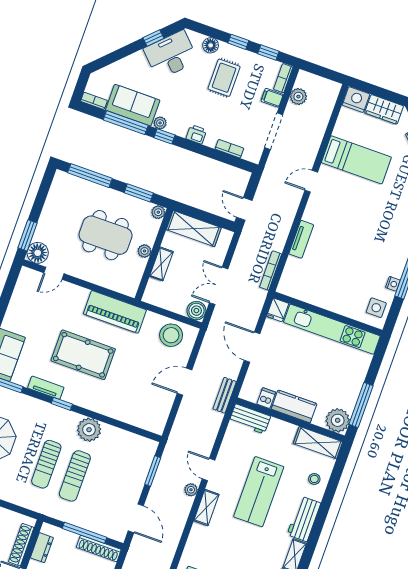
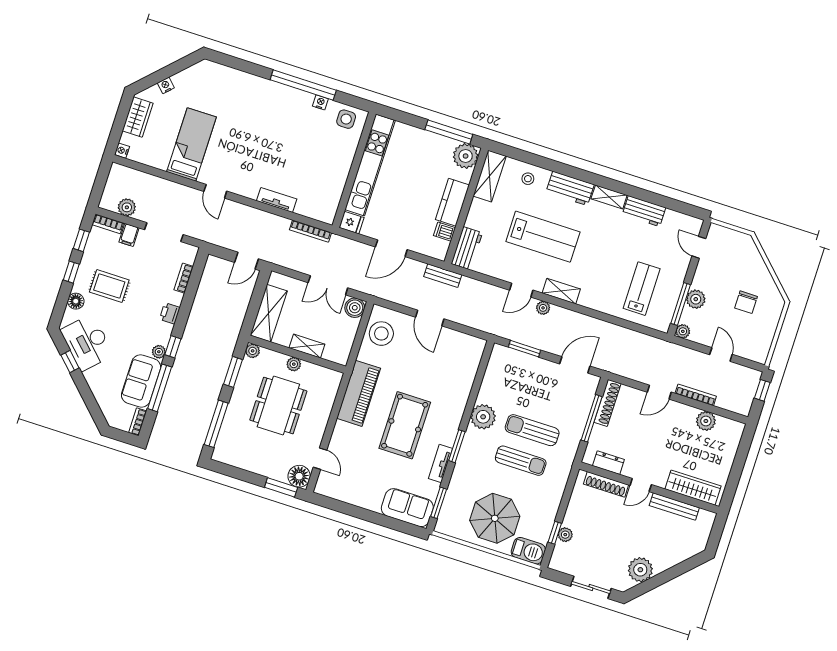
nightstand: (356, 100) -> (122, 151), width x0.53, depth x0.56
window: (62, 404) -> (457, 446), width x1.50
sun lounger: (75, 476) -> (532, 430), turned 180

